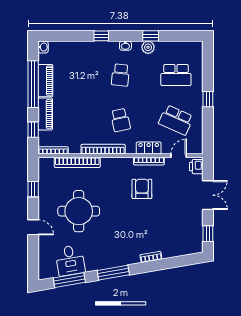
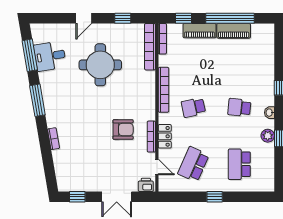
washbasin: (43, 47) -> (268, 28), removed
bookcase: (77, 162) -> (150, 47), moved

